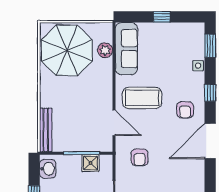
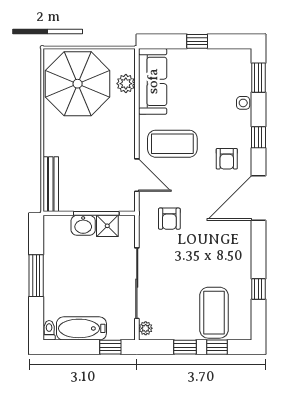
washbasin: (48, 169) -> (83, 225), moved, turned 90

